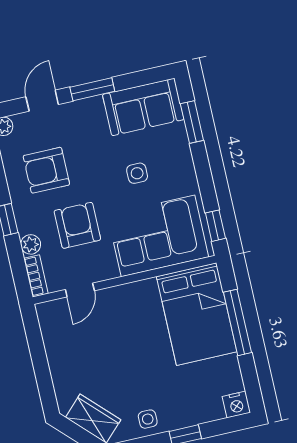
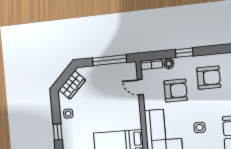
armchair: (46, 170) -> (209, 78), turned 90
window: (38, 354) -> (110, 60), added

